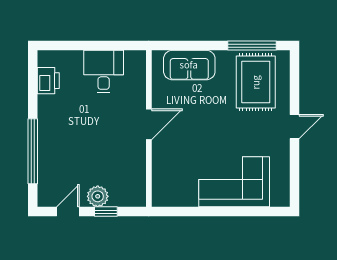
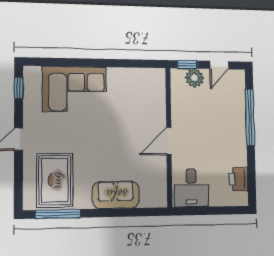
door: (149, 124) -> (169, 141), moved
wall: (149, 129) -> (169, 137), moved
window: (295, 182) -> (19, 88), added

